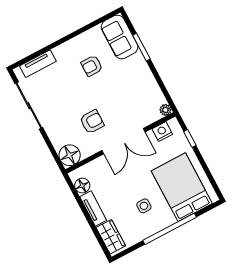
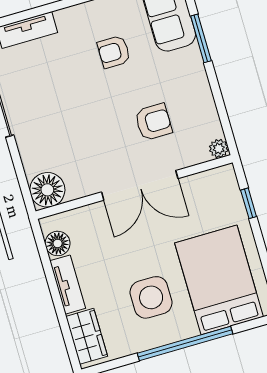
armchair: (92, 122) -> (153, 122), moved
nightstand: (162, 132) -> (206, 183), removed
side table: (144, 206) -> (151, 297), width x1.87, depth x1.87

